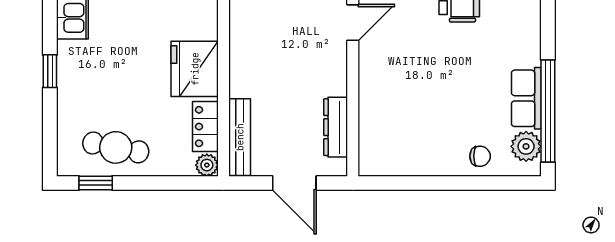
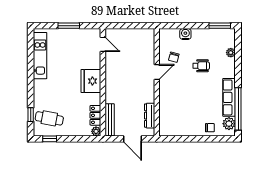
fridge: (195, 69) -> (91, 81), moved
window: (50, 71) -> (31, 115), moved
row of seats: (526, 98) -> (229, 97), width x1.48
cafe table: (116, 147) -> (49, 118), moved

